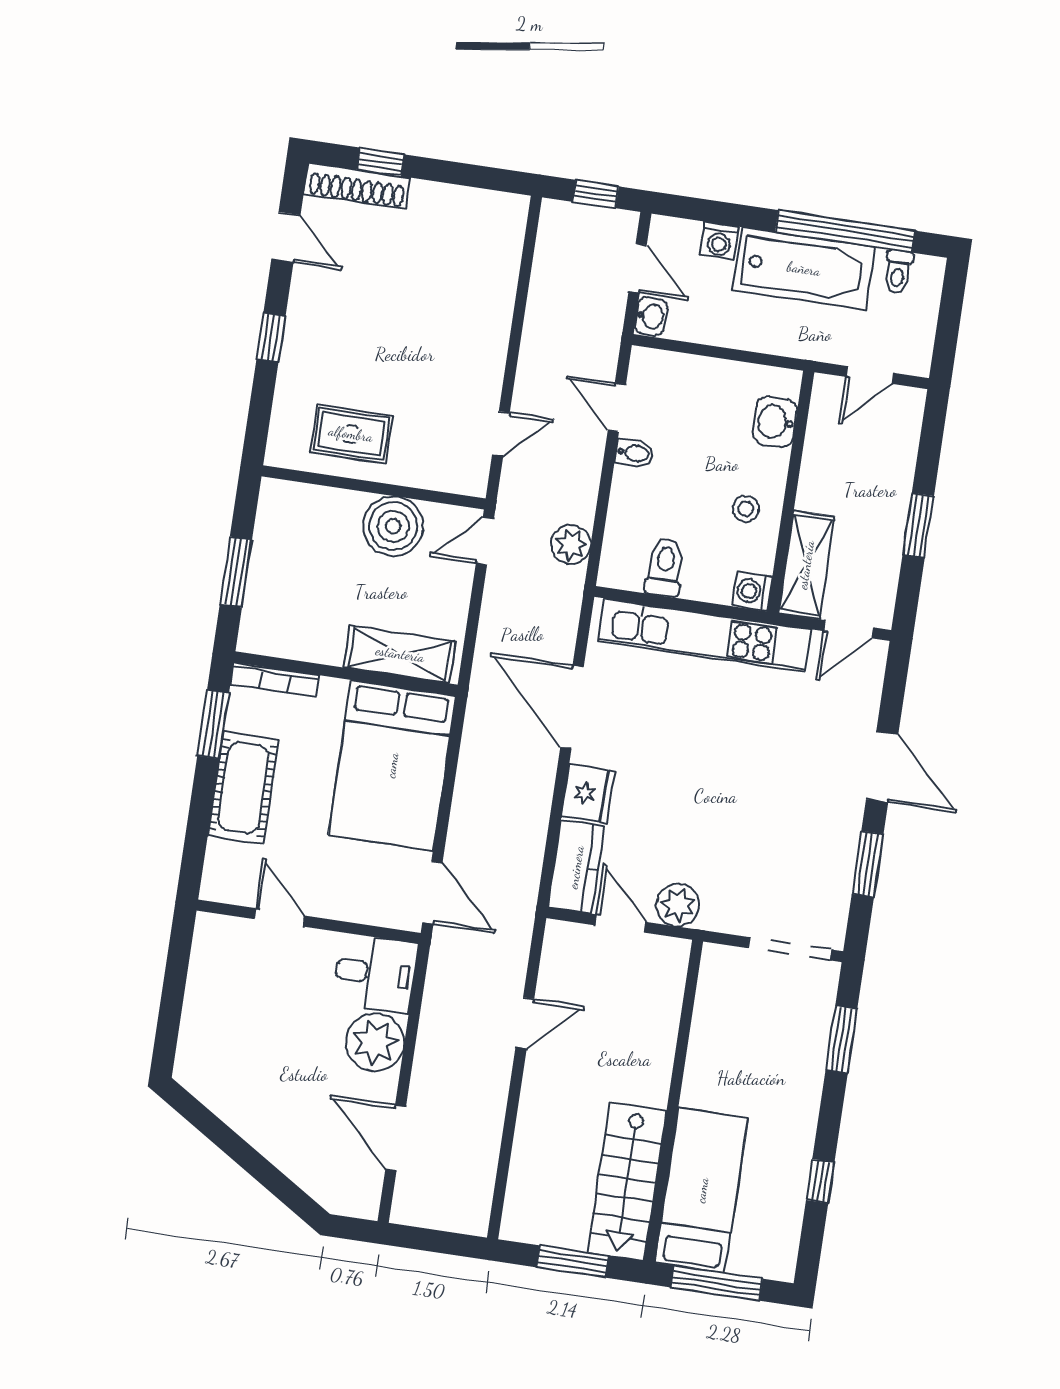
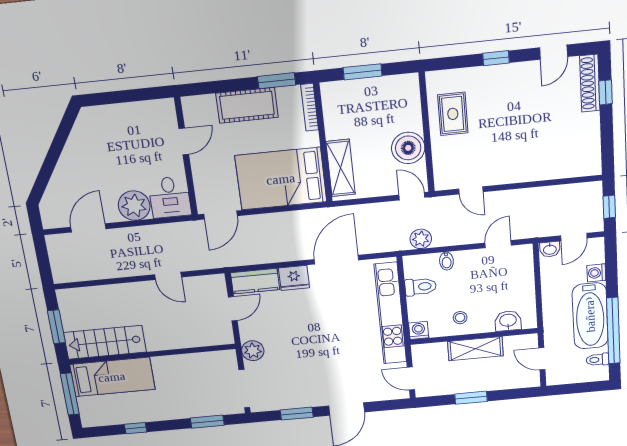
bidet: (634, 453) -> (446, 261), moved
shelving: (806, 565) -> (475, 349), moved
plant: (678, 905) -> (253, 351), moved

